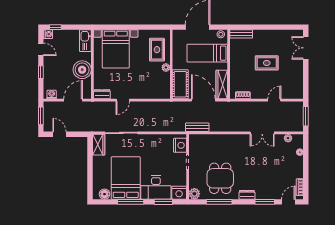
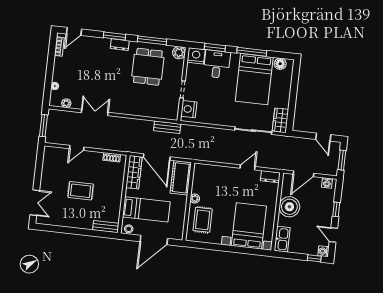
desk: (156, 187) -> (217, 64), width x0.73
window: (265, 202) -> (114, 36), moved

